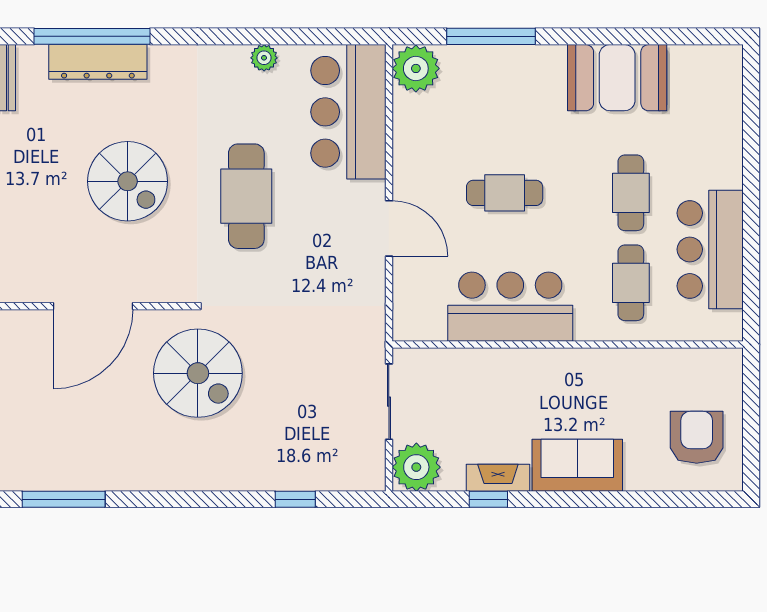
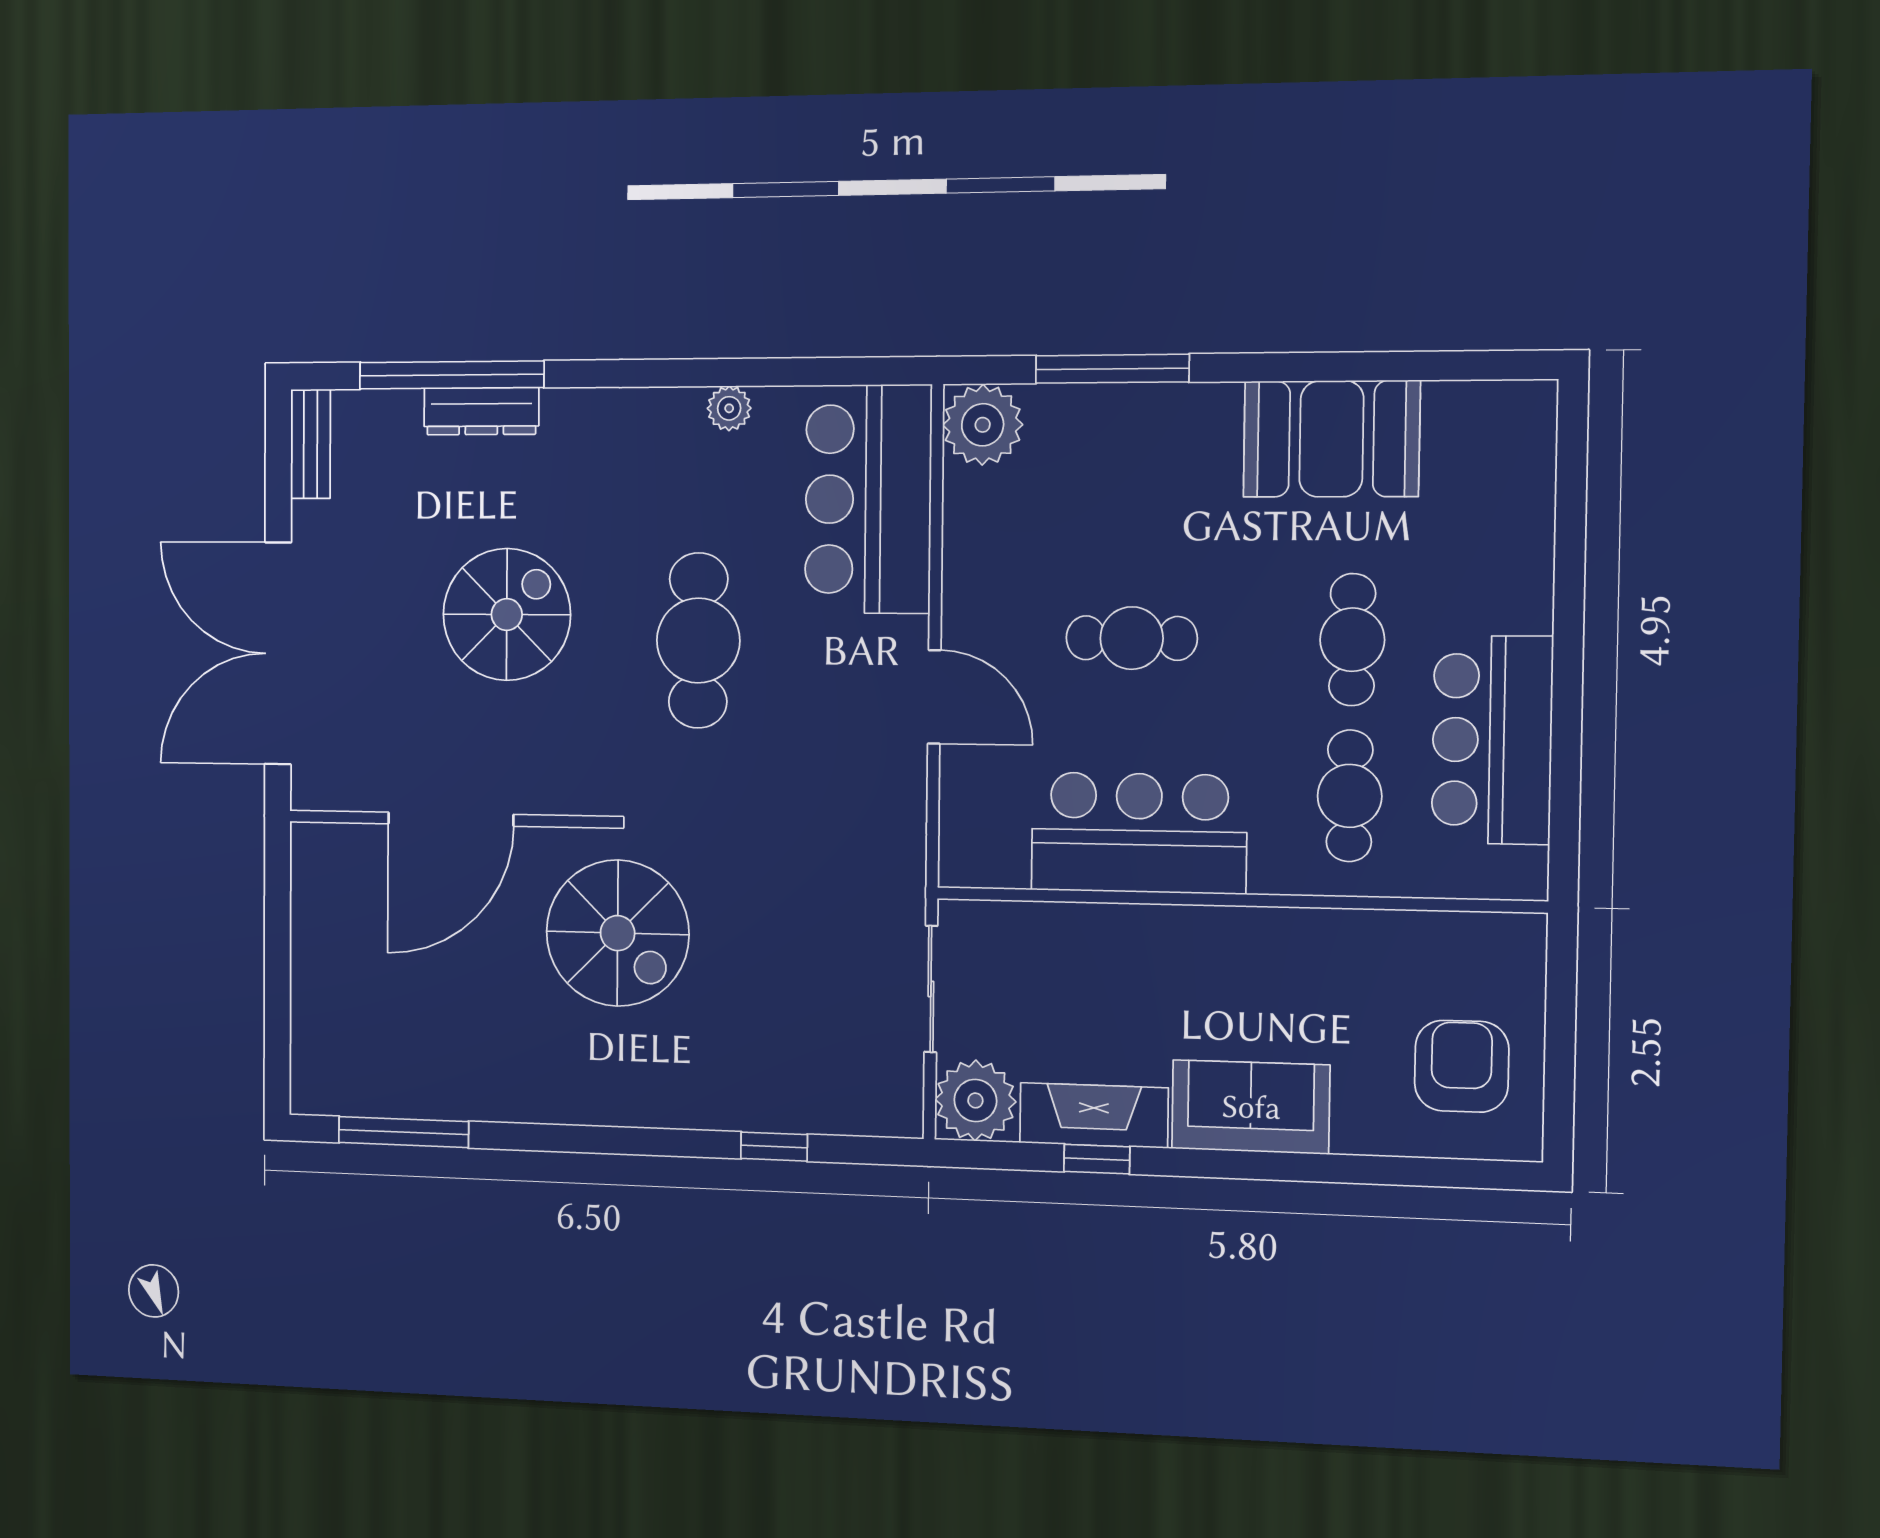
dresser: (98, 62) -> (481, 411), width x0.73, depth x0.80
spiral stairs: (128, 181) -> (507, 614), turned -90
fireplace: (498, 478) -> (1094, 1115), width x1.37, depth x1.32

